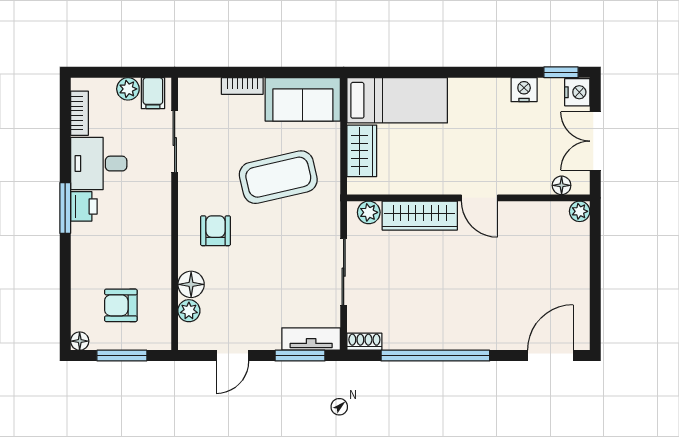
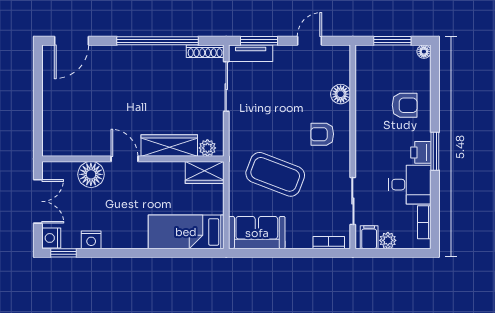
bookcase: (242, 86) -> (329, 243), moved
wardrobe: (362, 151) -> (205, 172), moved, turned -90
coffee table: (278, 177) -> (275, 174), turned 34
floor lamp: (562, 185) -> (91, 174), moved, width x1.89, depth x1.89
plant: (580, 211) -> (49, 149), removed
armchair: (216, 231) -> (322, 134), turned 90
sliding door: (344, 272) -> (226, 87), moved
armchair: (121, 305) -> (405, 105), moved
plant: (189, 311) -> (342, 74), removed
shoe rack: (364, 342) -> (205, 51), width x1.43

